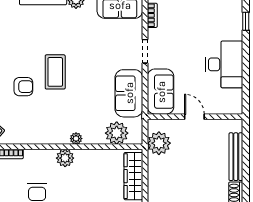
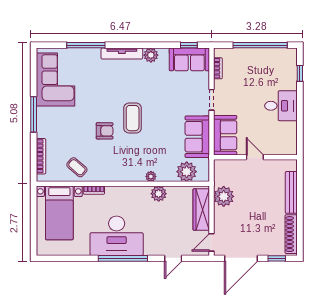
desk: (224, 64) -> (281, 106), width x0.73
plant: (159, 143) -> (224, 196), moved
plant: (65, 158) -> (159, 194), moved

